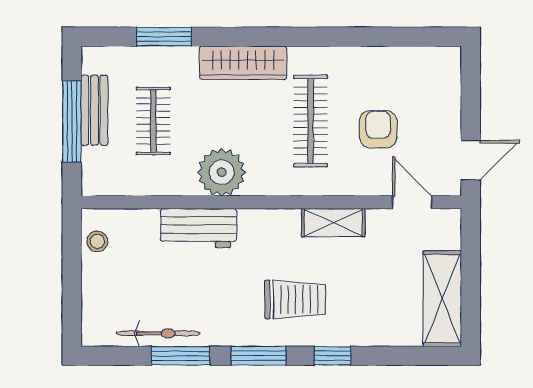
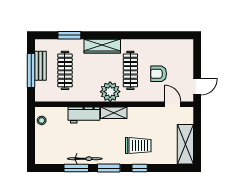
clothes rail: (153, 121) -> (65, 70), width x1.36
armchair: (378, 129) -> (159, 74), turned -90
plant: (222, 172) -> (110, 92), moved
shelving: (333, 223) -> (114, 113), moved
trolley: (295, 299) -> (138, 146), moved
bicycle: (158, 333) -> (85, 159), moved

